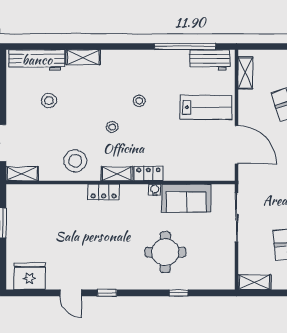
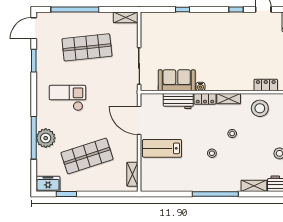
window: (185, 46) -> (215, 194), moved
workbench: (210, 60) -> (178, 101), moved, turned 180
locker: (104, 192) -> (266, 85), moved
round table: (165, 252) -> (192, 40), removed

